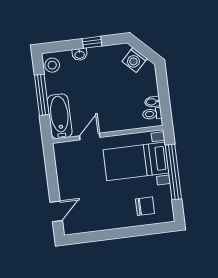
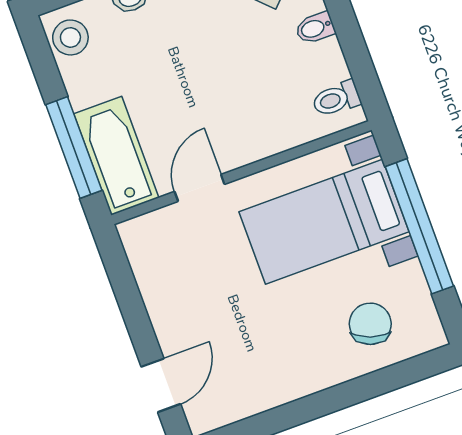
window: (42, 95) -> (74, 147), moved
bidet: (152, 102) -> (315, 28), moved
chair: (145, 206) -> (370, 324), turned -71

